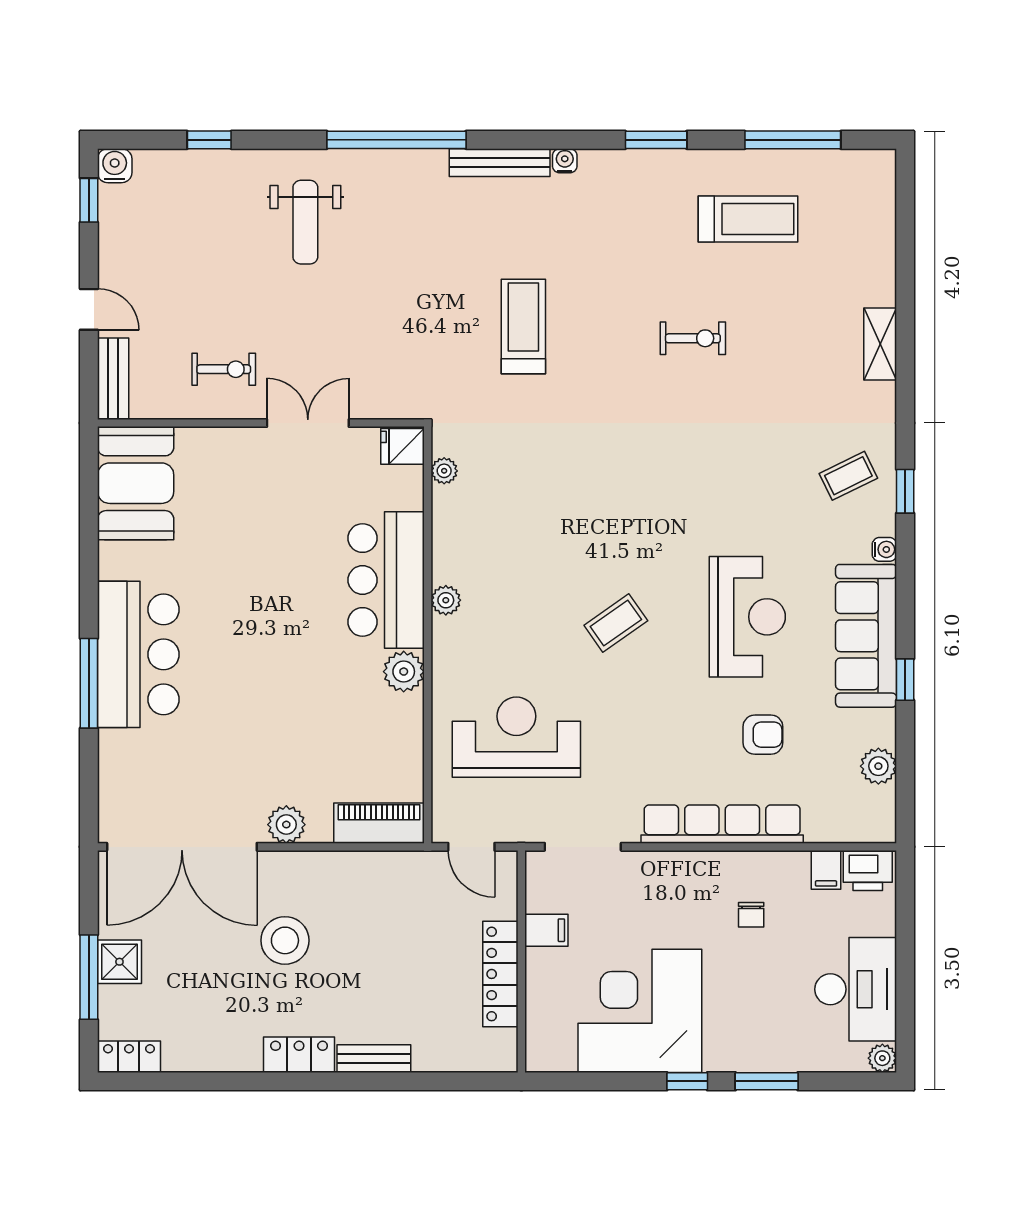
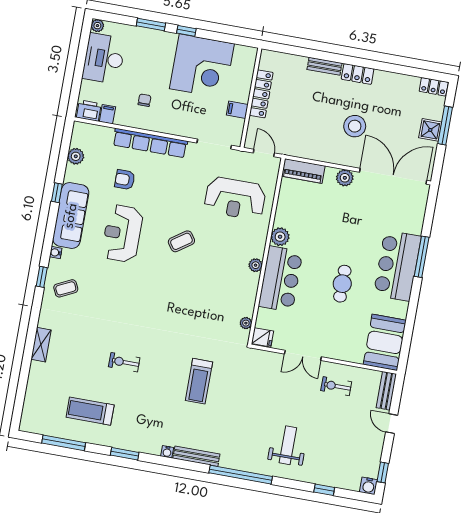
cafe table: (250, 594) -> (342, 284), added

